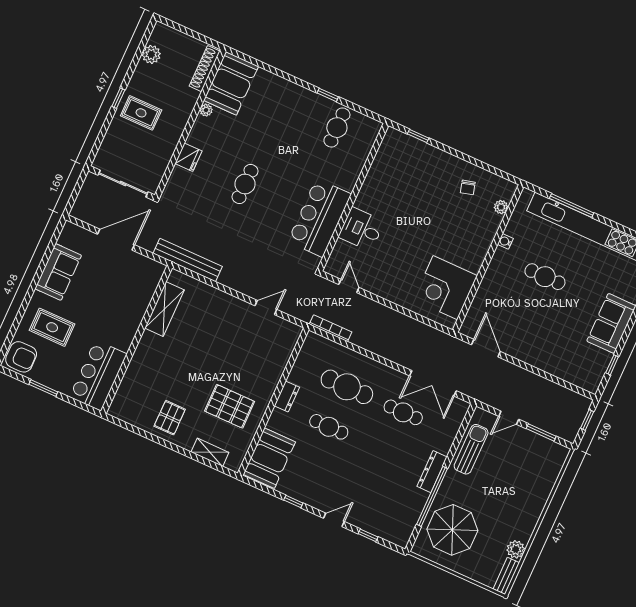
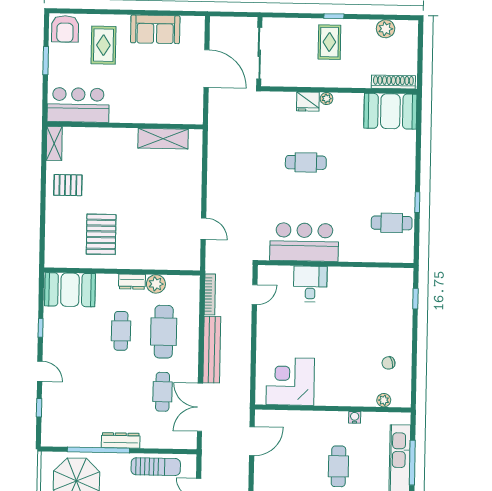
plant: (206, 110) -> (327, 99), moved
bench: (188, 260) -> (212, 350), moved
plant: (299, 375) -> (156, 284), added
shelving: (210, 452) -> (54, 143), moved

